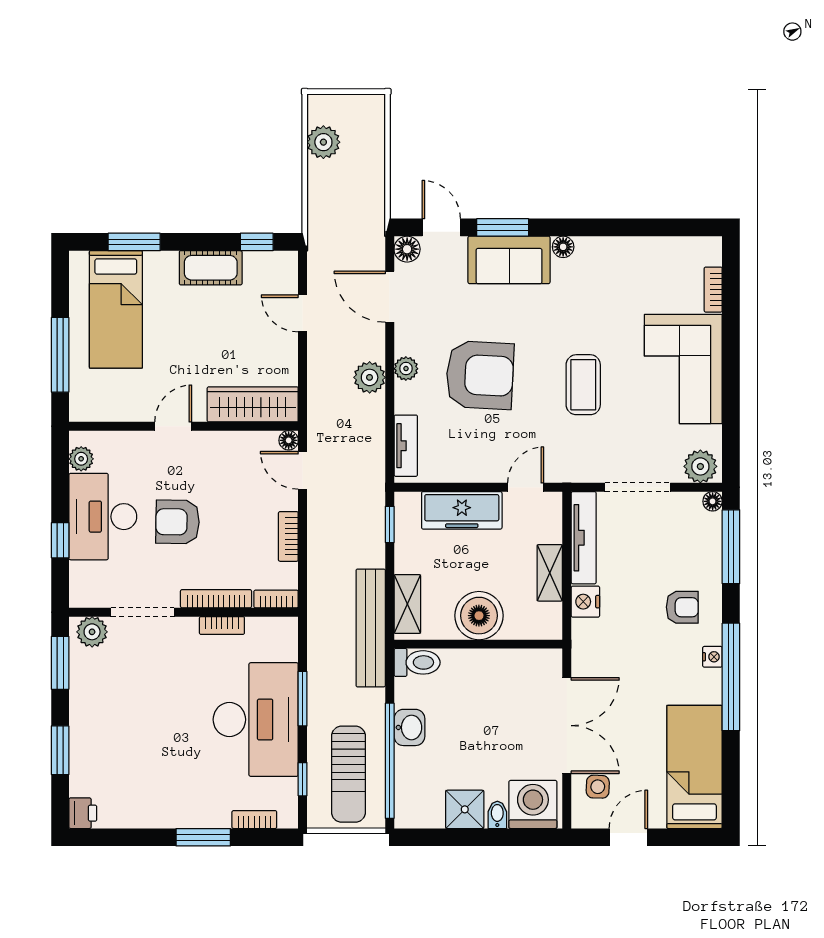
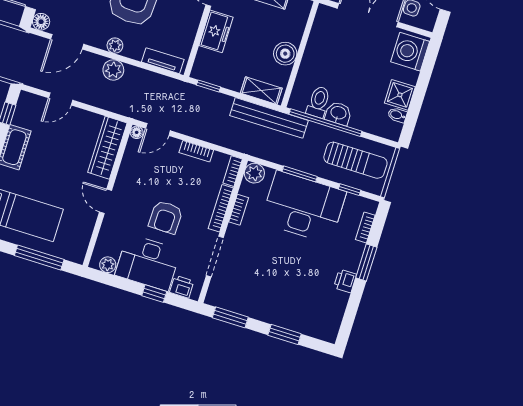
freezer: (462, 510) -> (216, 31), width x0.71
printer: (83, 578) -> (182, 287), added
boiler: (479, 616) -> (285, 54), width x0.73, depth x0.73
plant: (92, 632) -> (254, 173), moved
toilet: (417, 662) -> (318, 102), moved
window: (390, 761) -> (325, 123), moved
printer: (83, 813) -> (345, 281), moved, turned -90
bidet: (497, 815) -> (397, 115), moved

